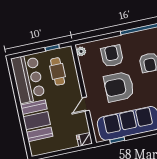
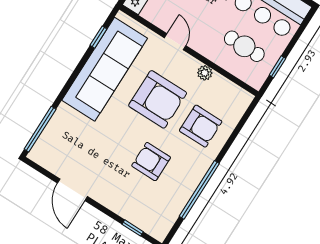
plant: (81, 51) -> (205, 73), moved
armchair: (119, 87) -> (158, 99), turned 90

